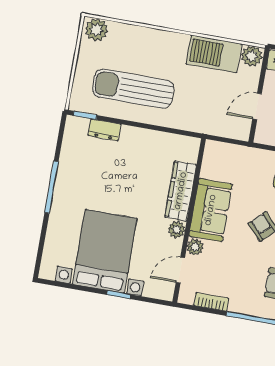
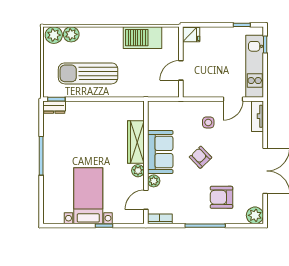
plant: (252, 56) -> (71, 34), moved
dresser: (104, 130) -> (54, 107), moved
bed with nightstands: (105, 251) -> (88, 196), width x0.73
bookcase: (211, 302) -> (160, 219), moved

